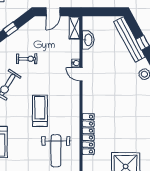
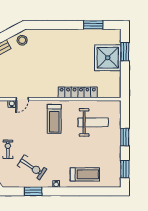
treadmill: (40, 111) -> (54, 119), moved, turned -90

